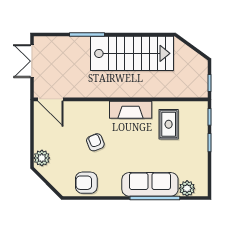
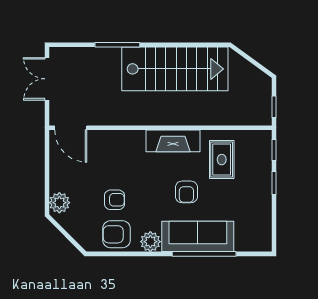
armchair: (95, 142) -> (114, 200), moved, turned 112
armchair: (141, 150) -> (186, 192), added
plant: (187, 188) -> (150, 242), moved

